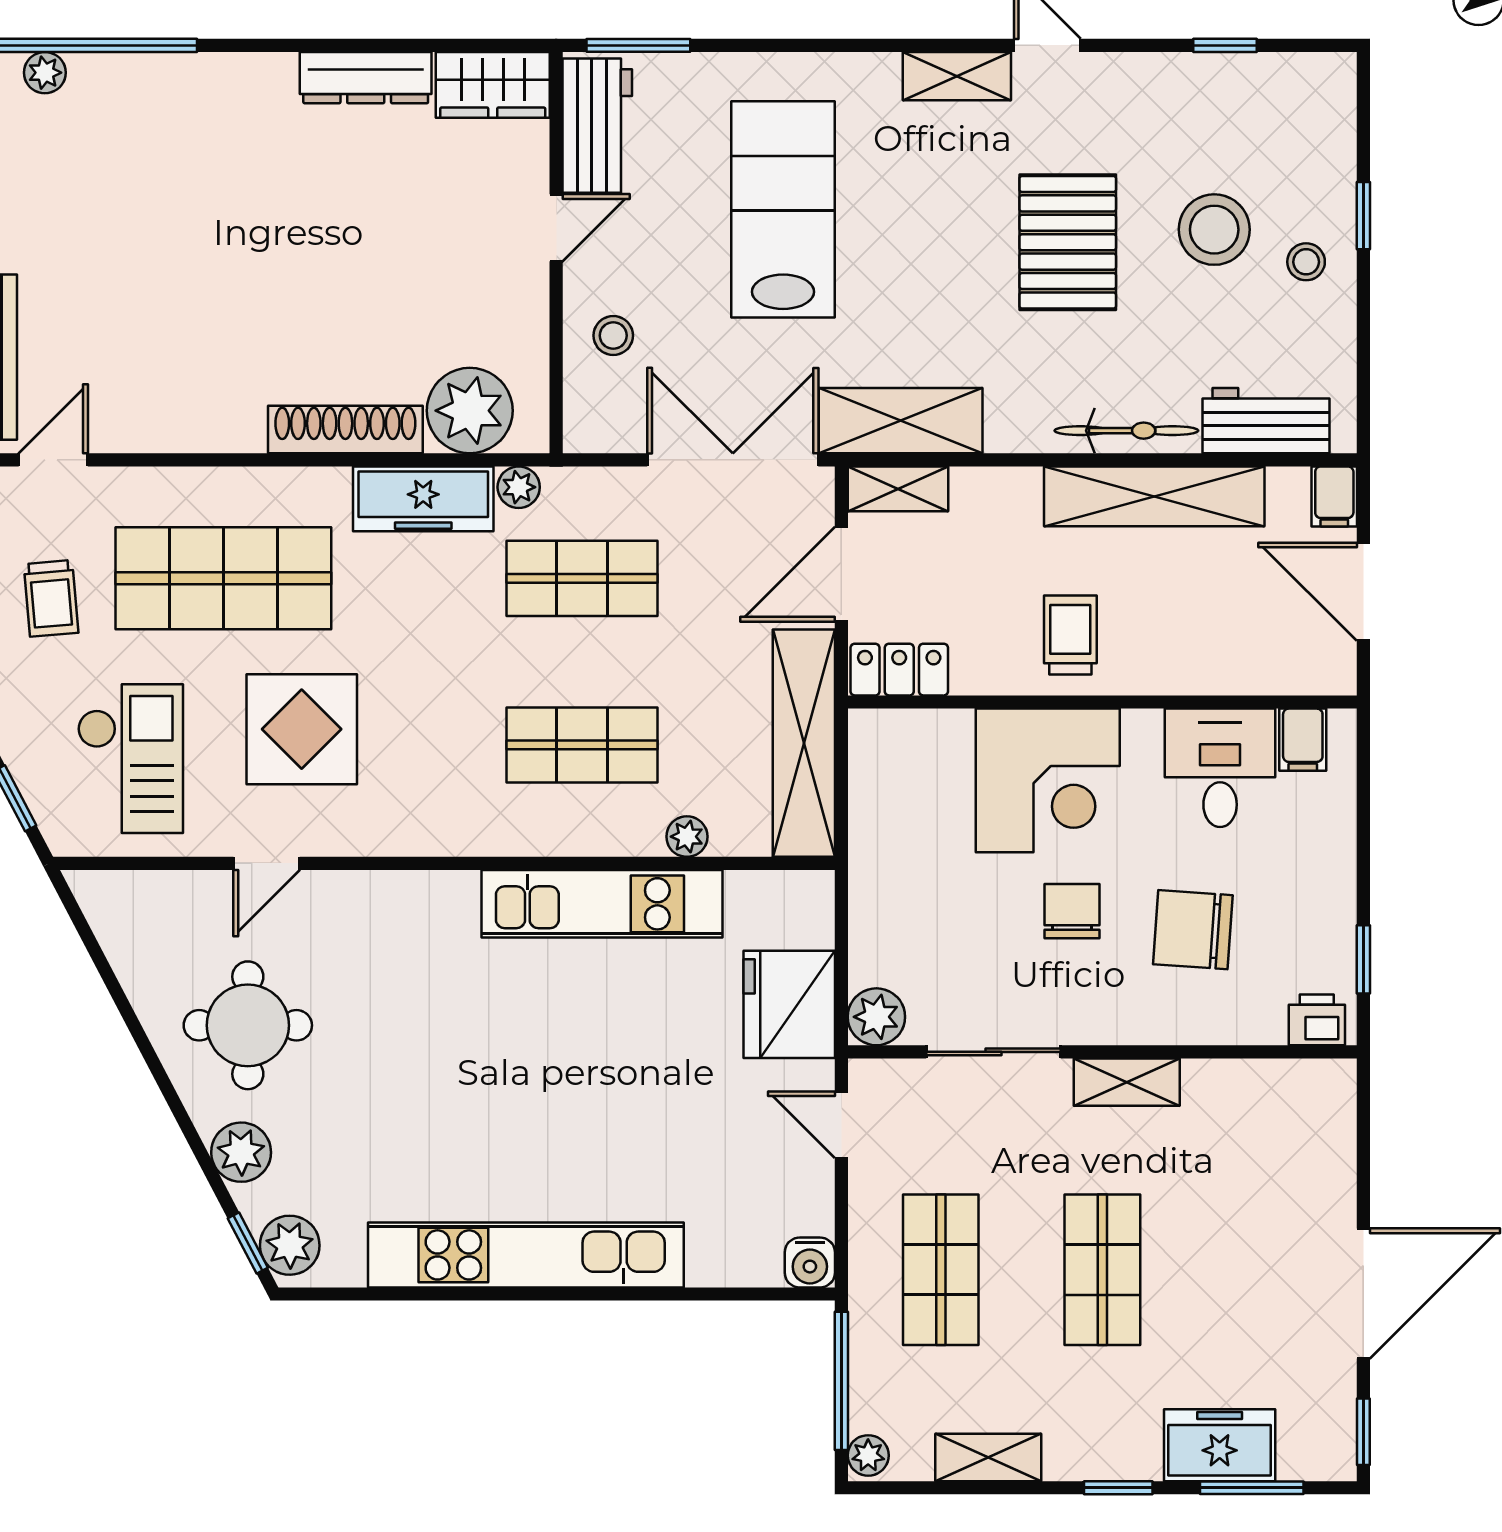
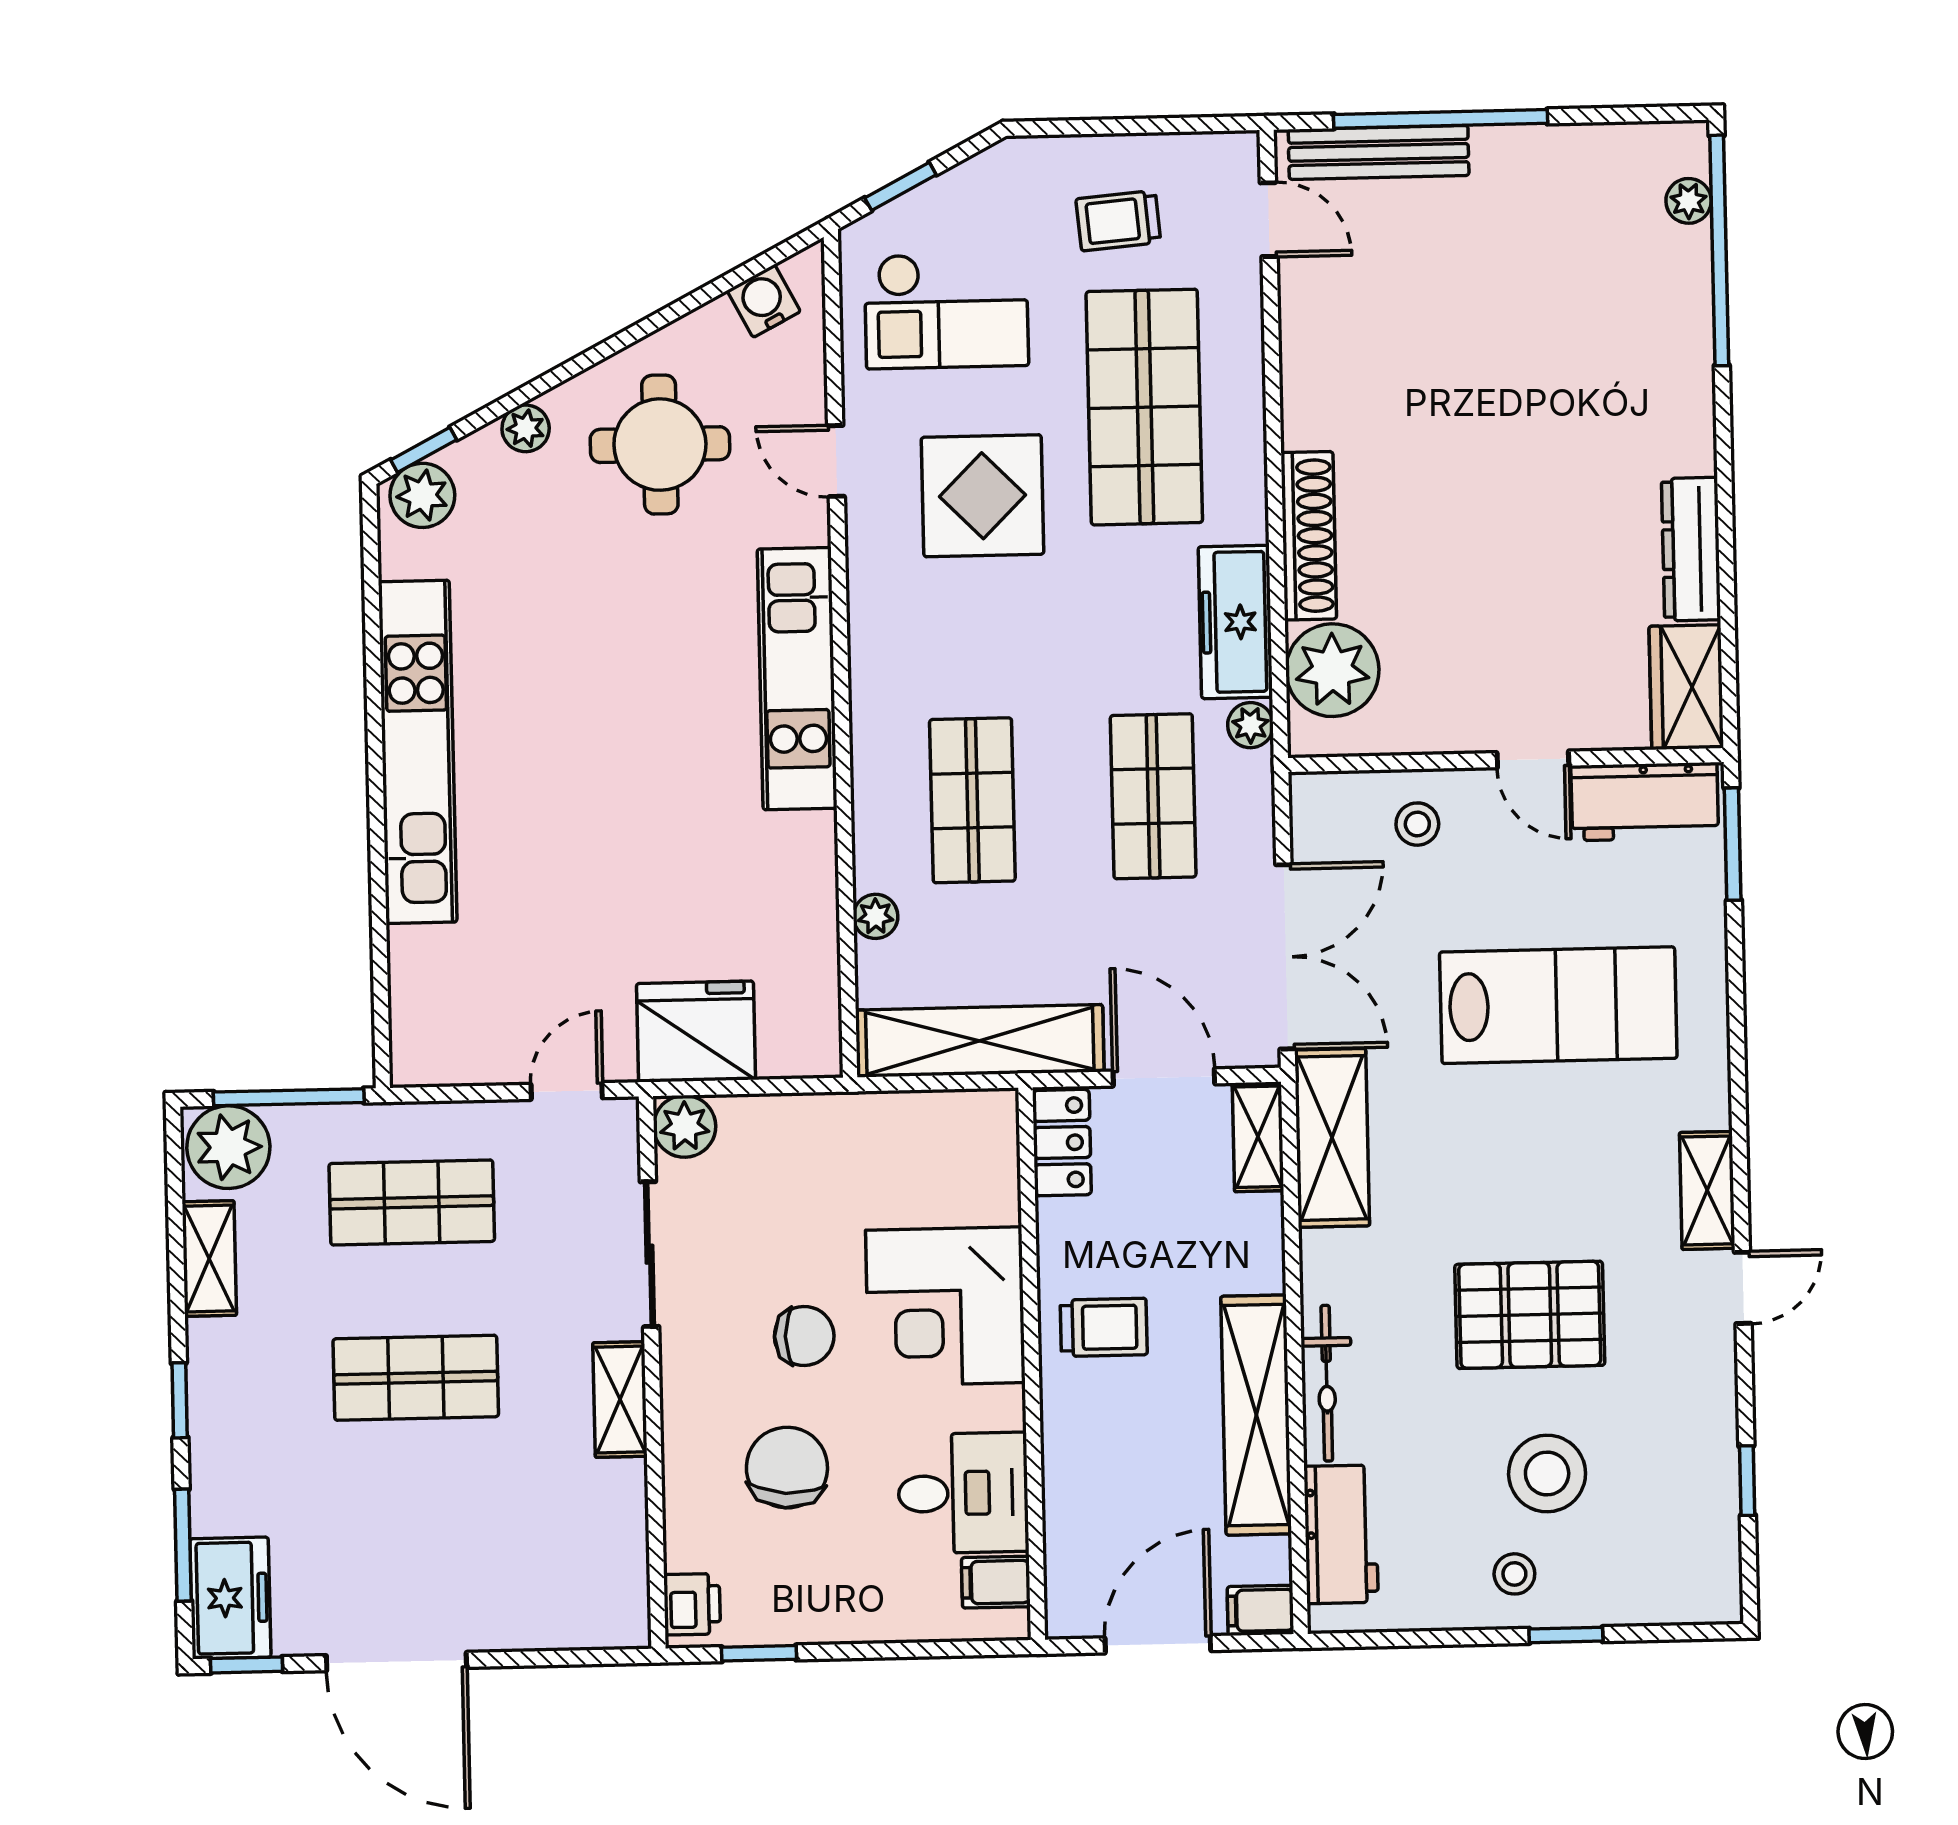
kitchen unit: (602, 904) -> (797, 679), moved
plant: (241, 1152) -> (526, 428), width x0.73, depth x0.73
water cooler: (810, 1263) -> (764, 301), moved, turned 62
freezer: (1220, 1445) -> (230, 1598), moved
plant: (868, 1455) -> (228, 1147), width x1.88, depth x1.88

